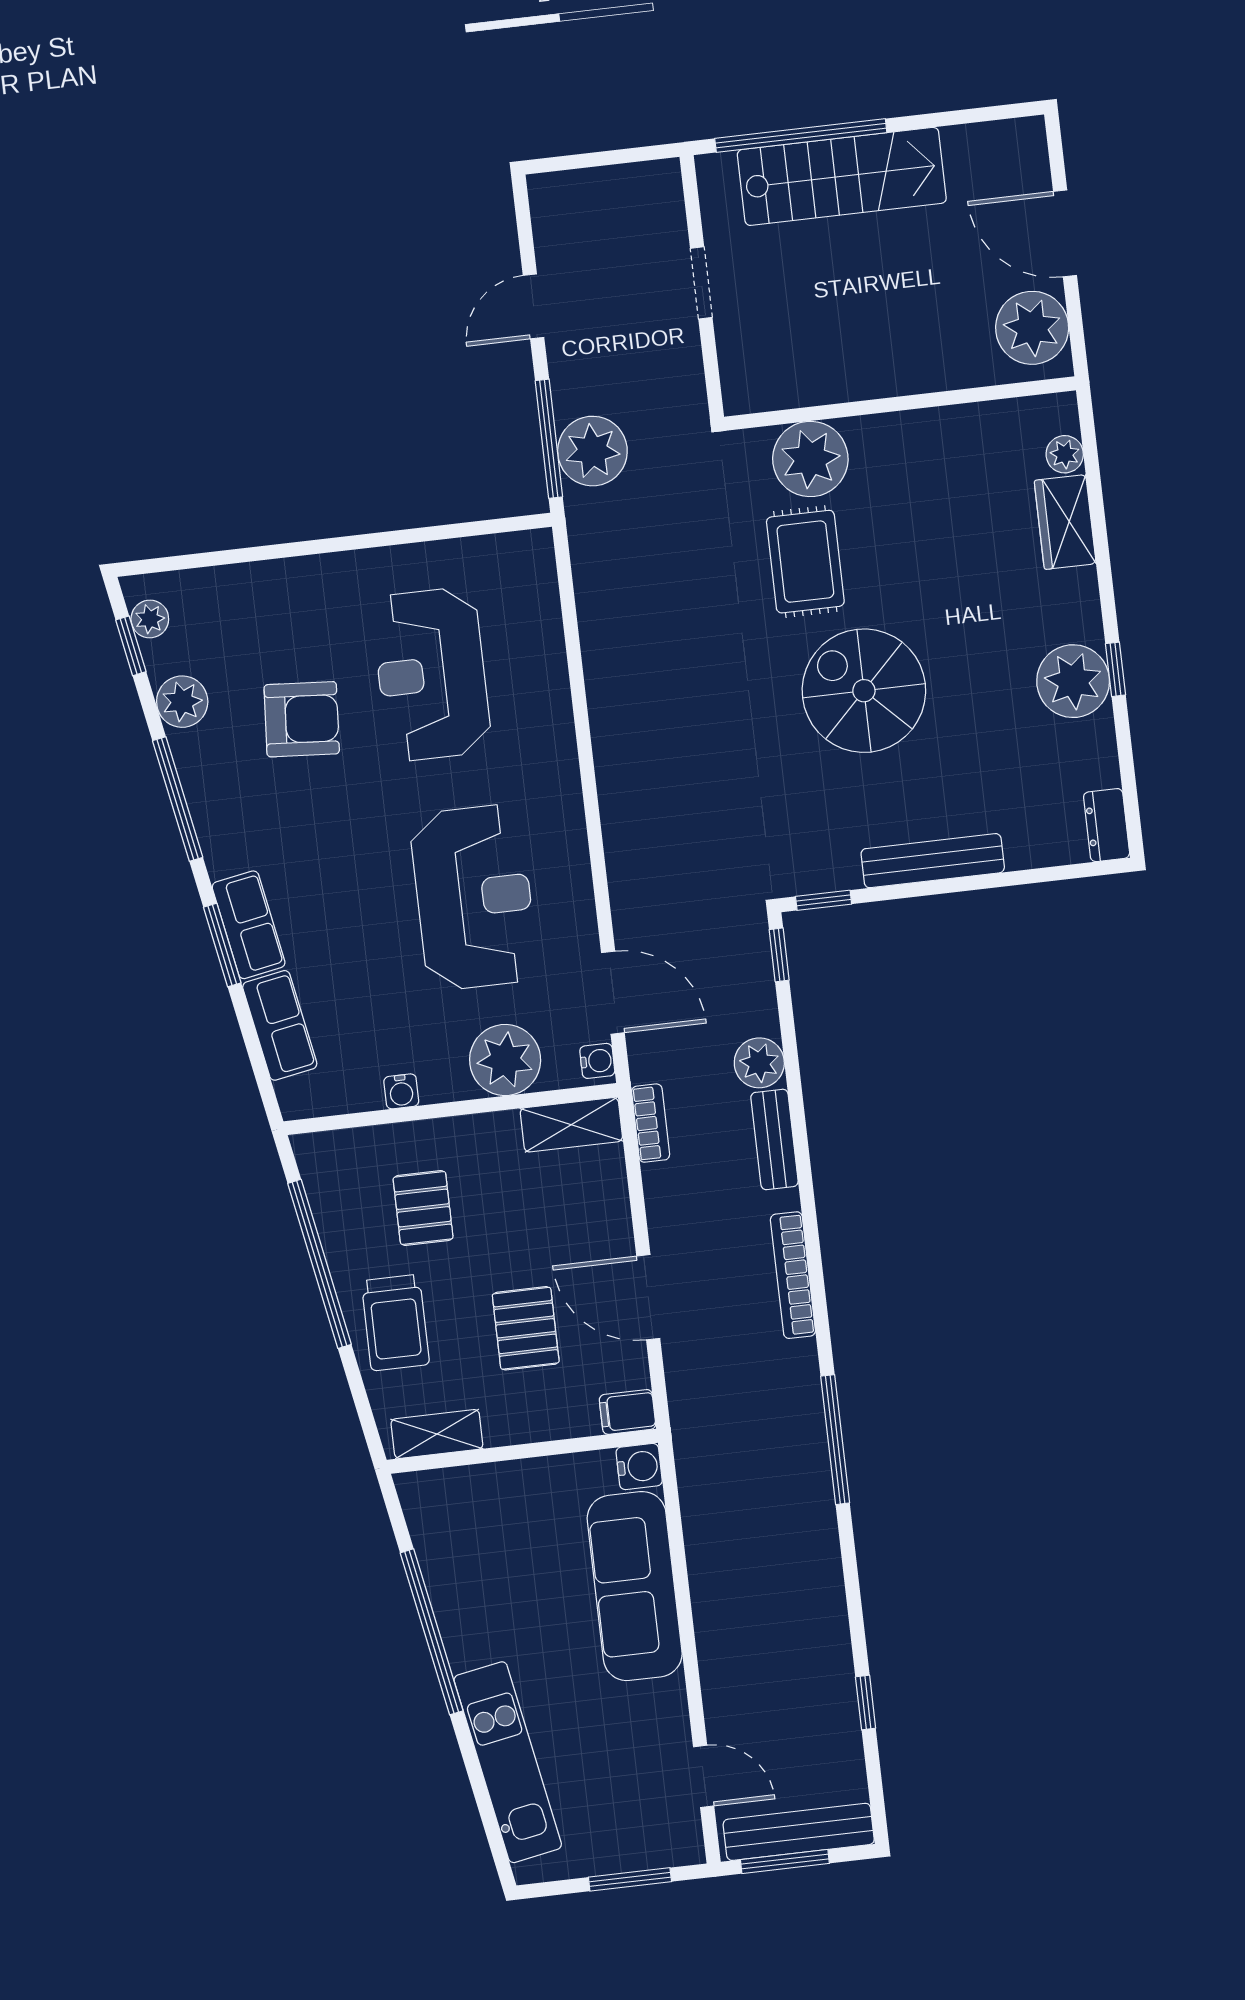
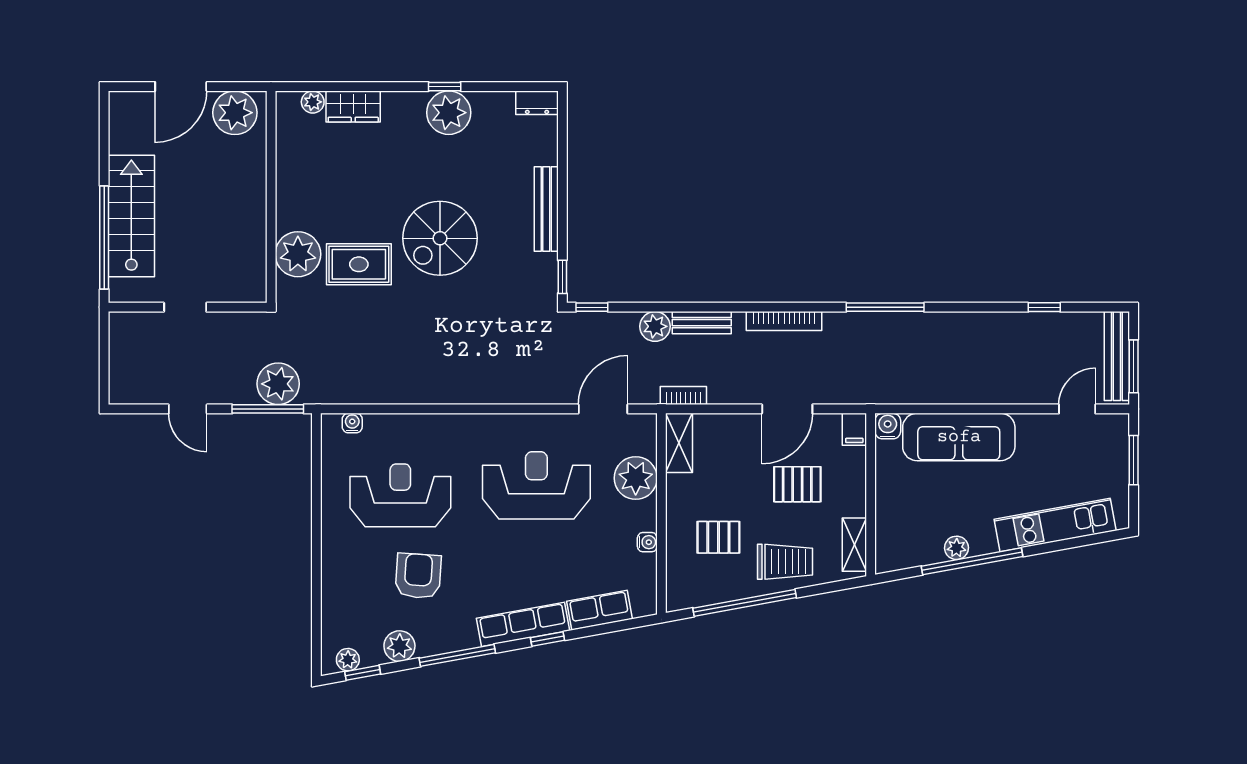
reception desk: (431, 674) -> (400, 495), turned 180
row of seats: (249, 925) -> (523, 624), width x1.48
window: (222, 945) -> (548, 639), width x0.67
water cooler: (597, 1061) -> (352, 423), moved
plant: (451, 1604) -> (957, 548), added

